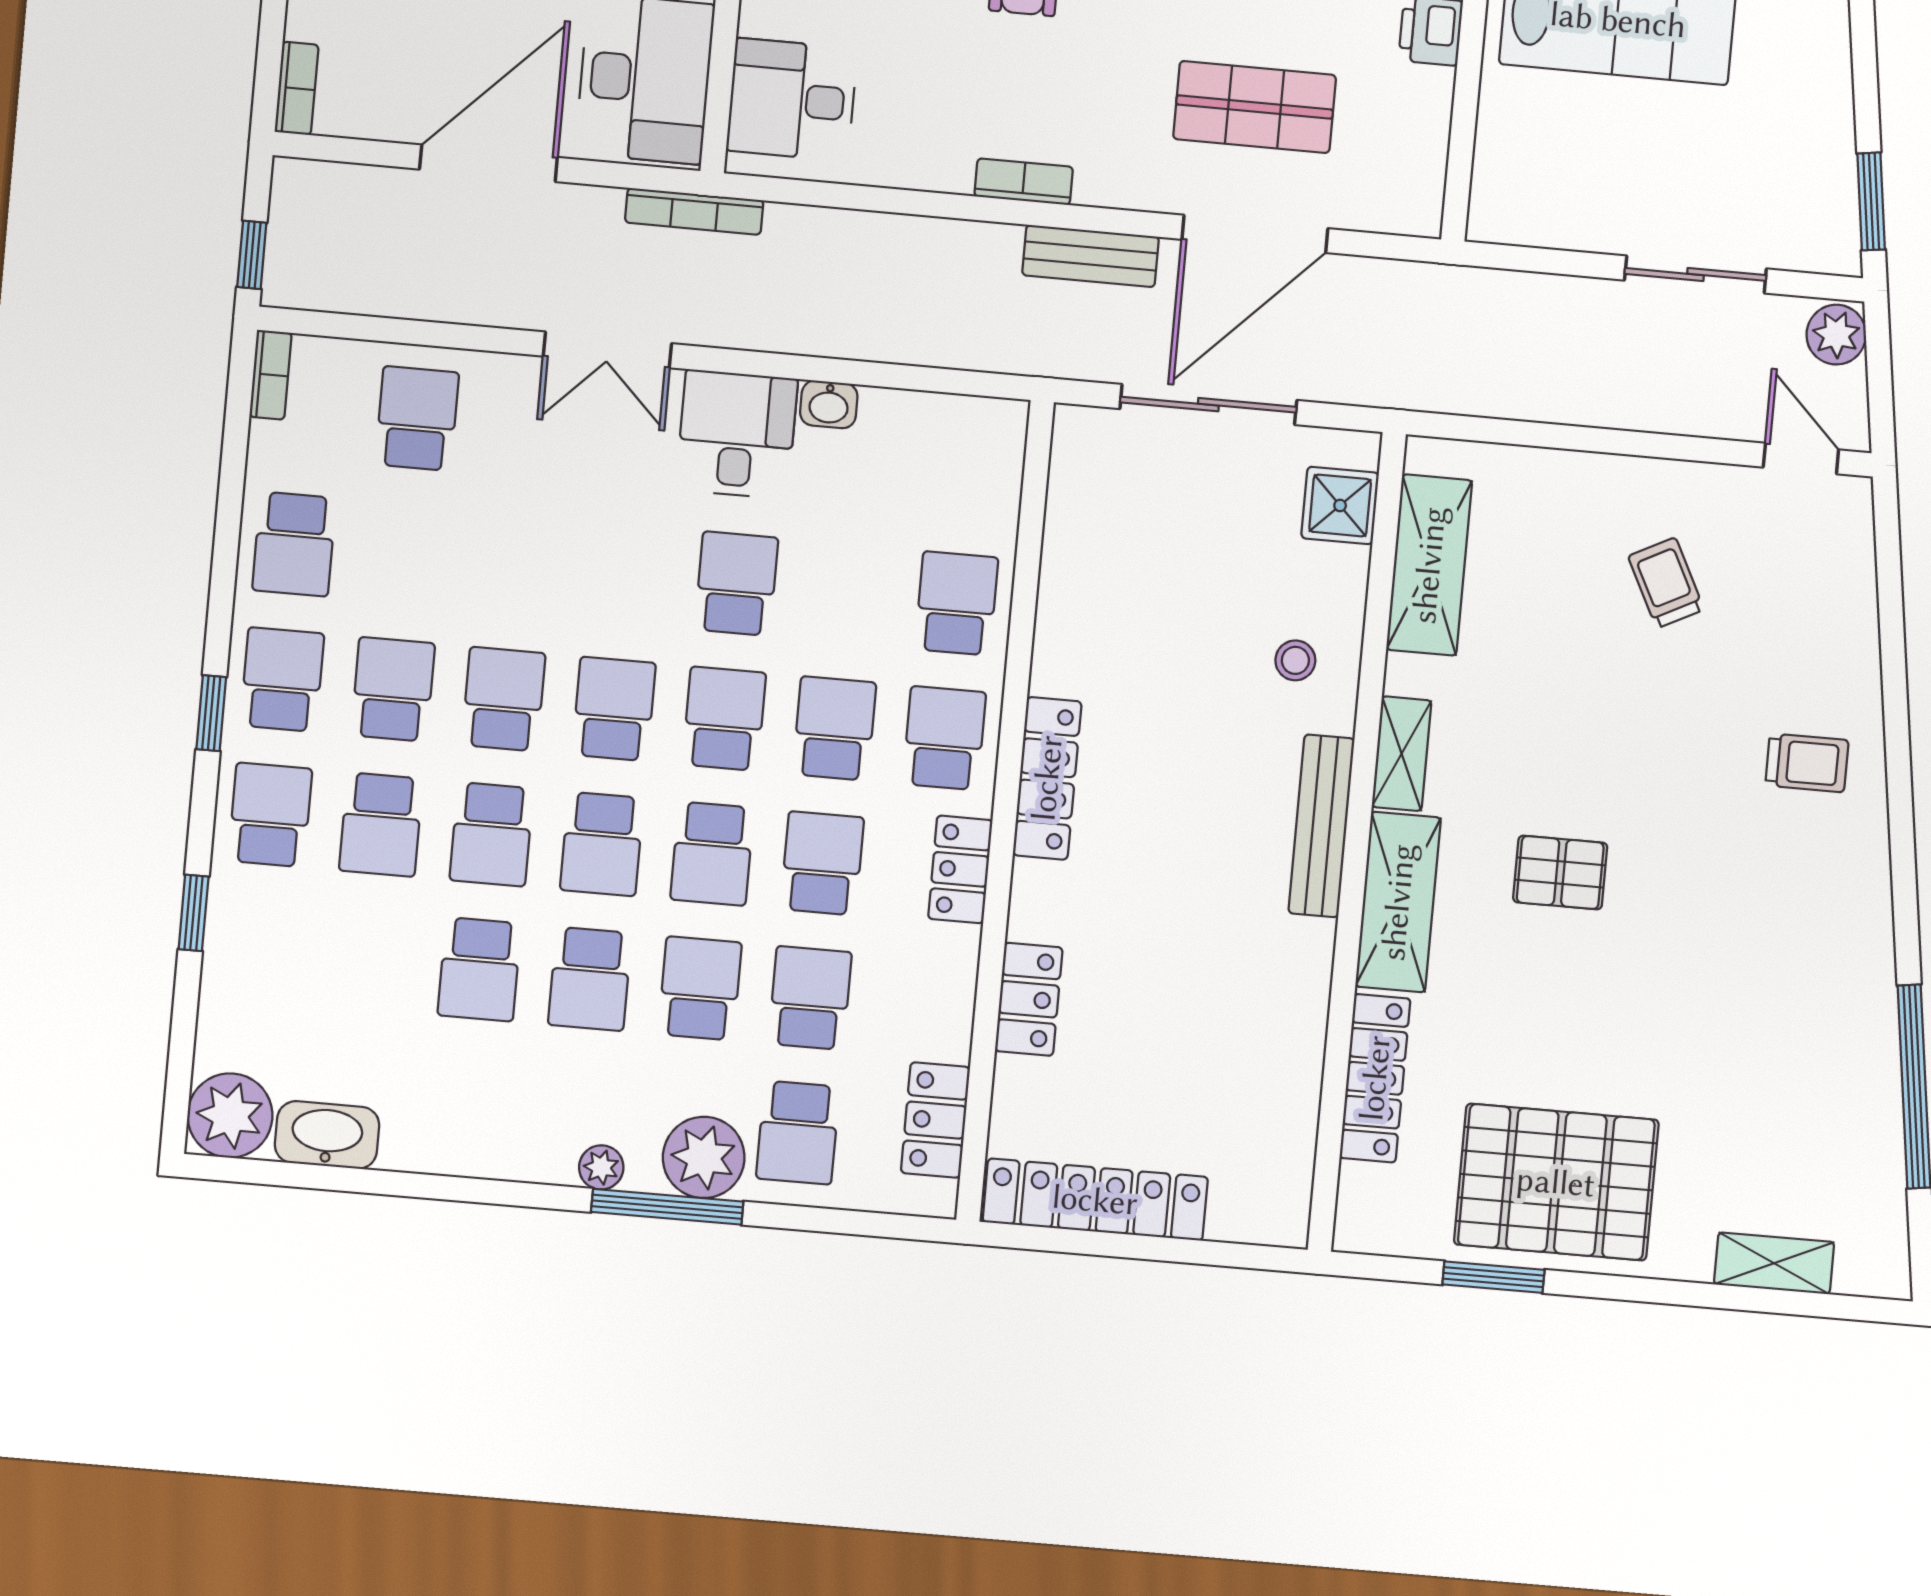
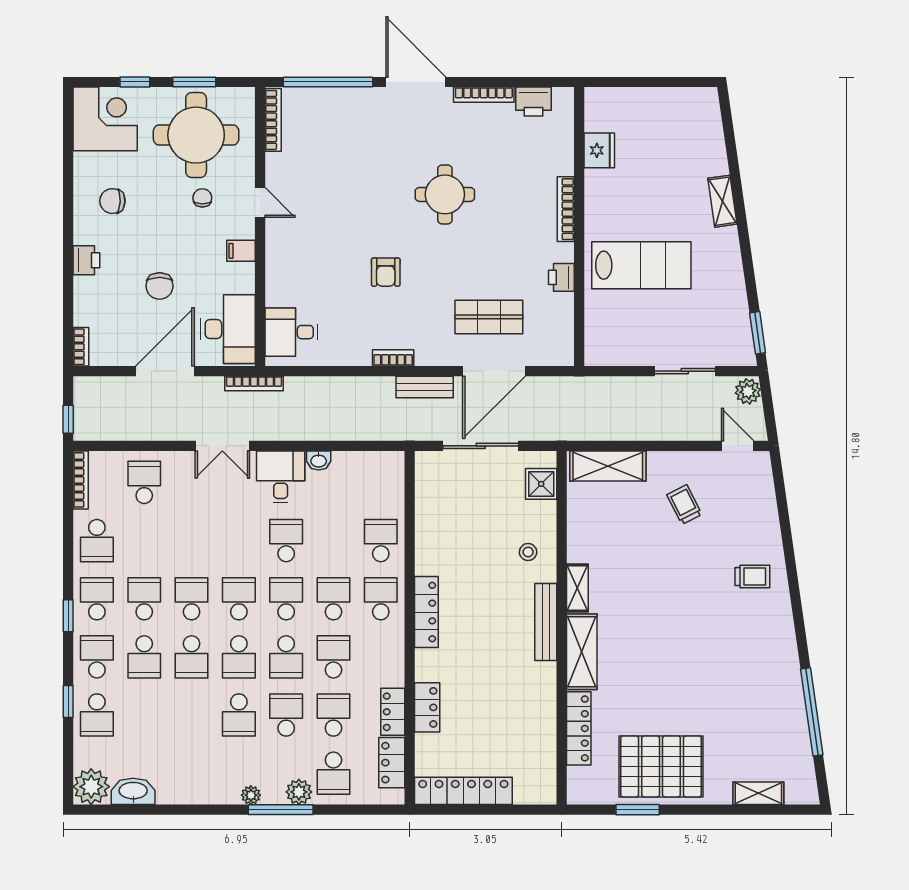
bookcase: (271, 375) -> (81, 480), width x1.56
shelving: (1429, 565) -> (608, 466), moved, turned 90
locker: (960, 869) -> (393, 712), moved
pallet: (1560, 873) -> (650, 633), removed
school desk: (479, 969) -> (97, 715), moved
plant: (704, 1157) -> (299, 792), width x0.73, depth x0.73

